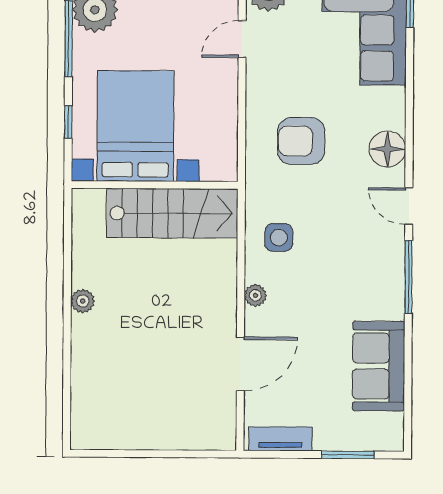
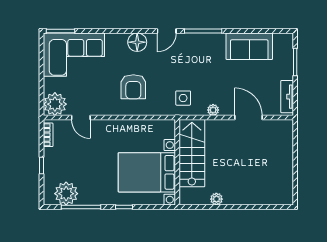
bed with nightstands: (135, 126) -> (147, 172), moved
wall: (155, 185) -> (177, 162), moved
stairs: (172, 213) -> (192, 153), moved

